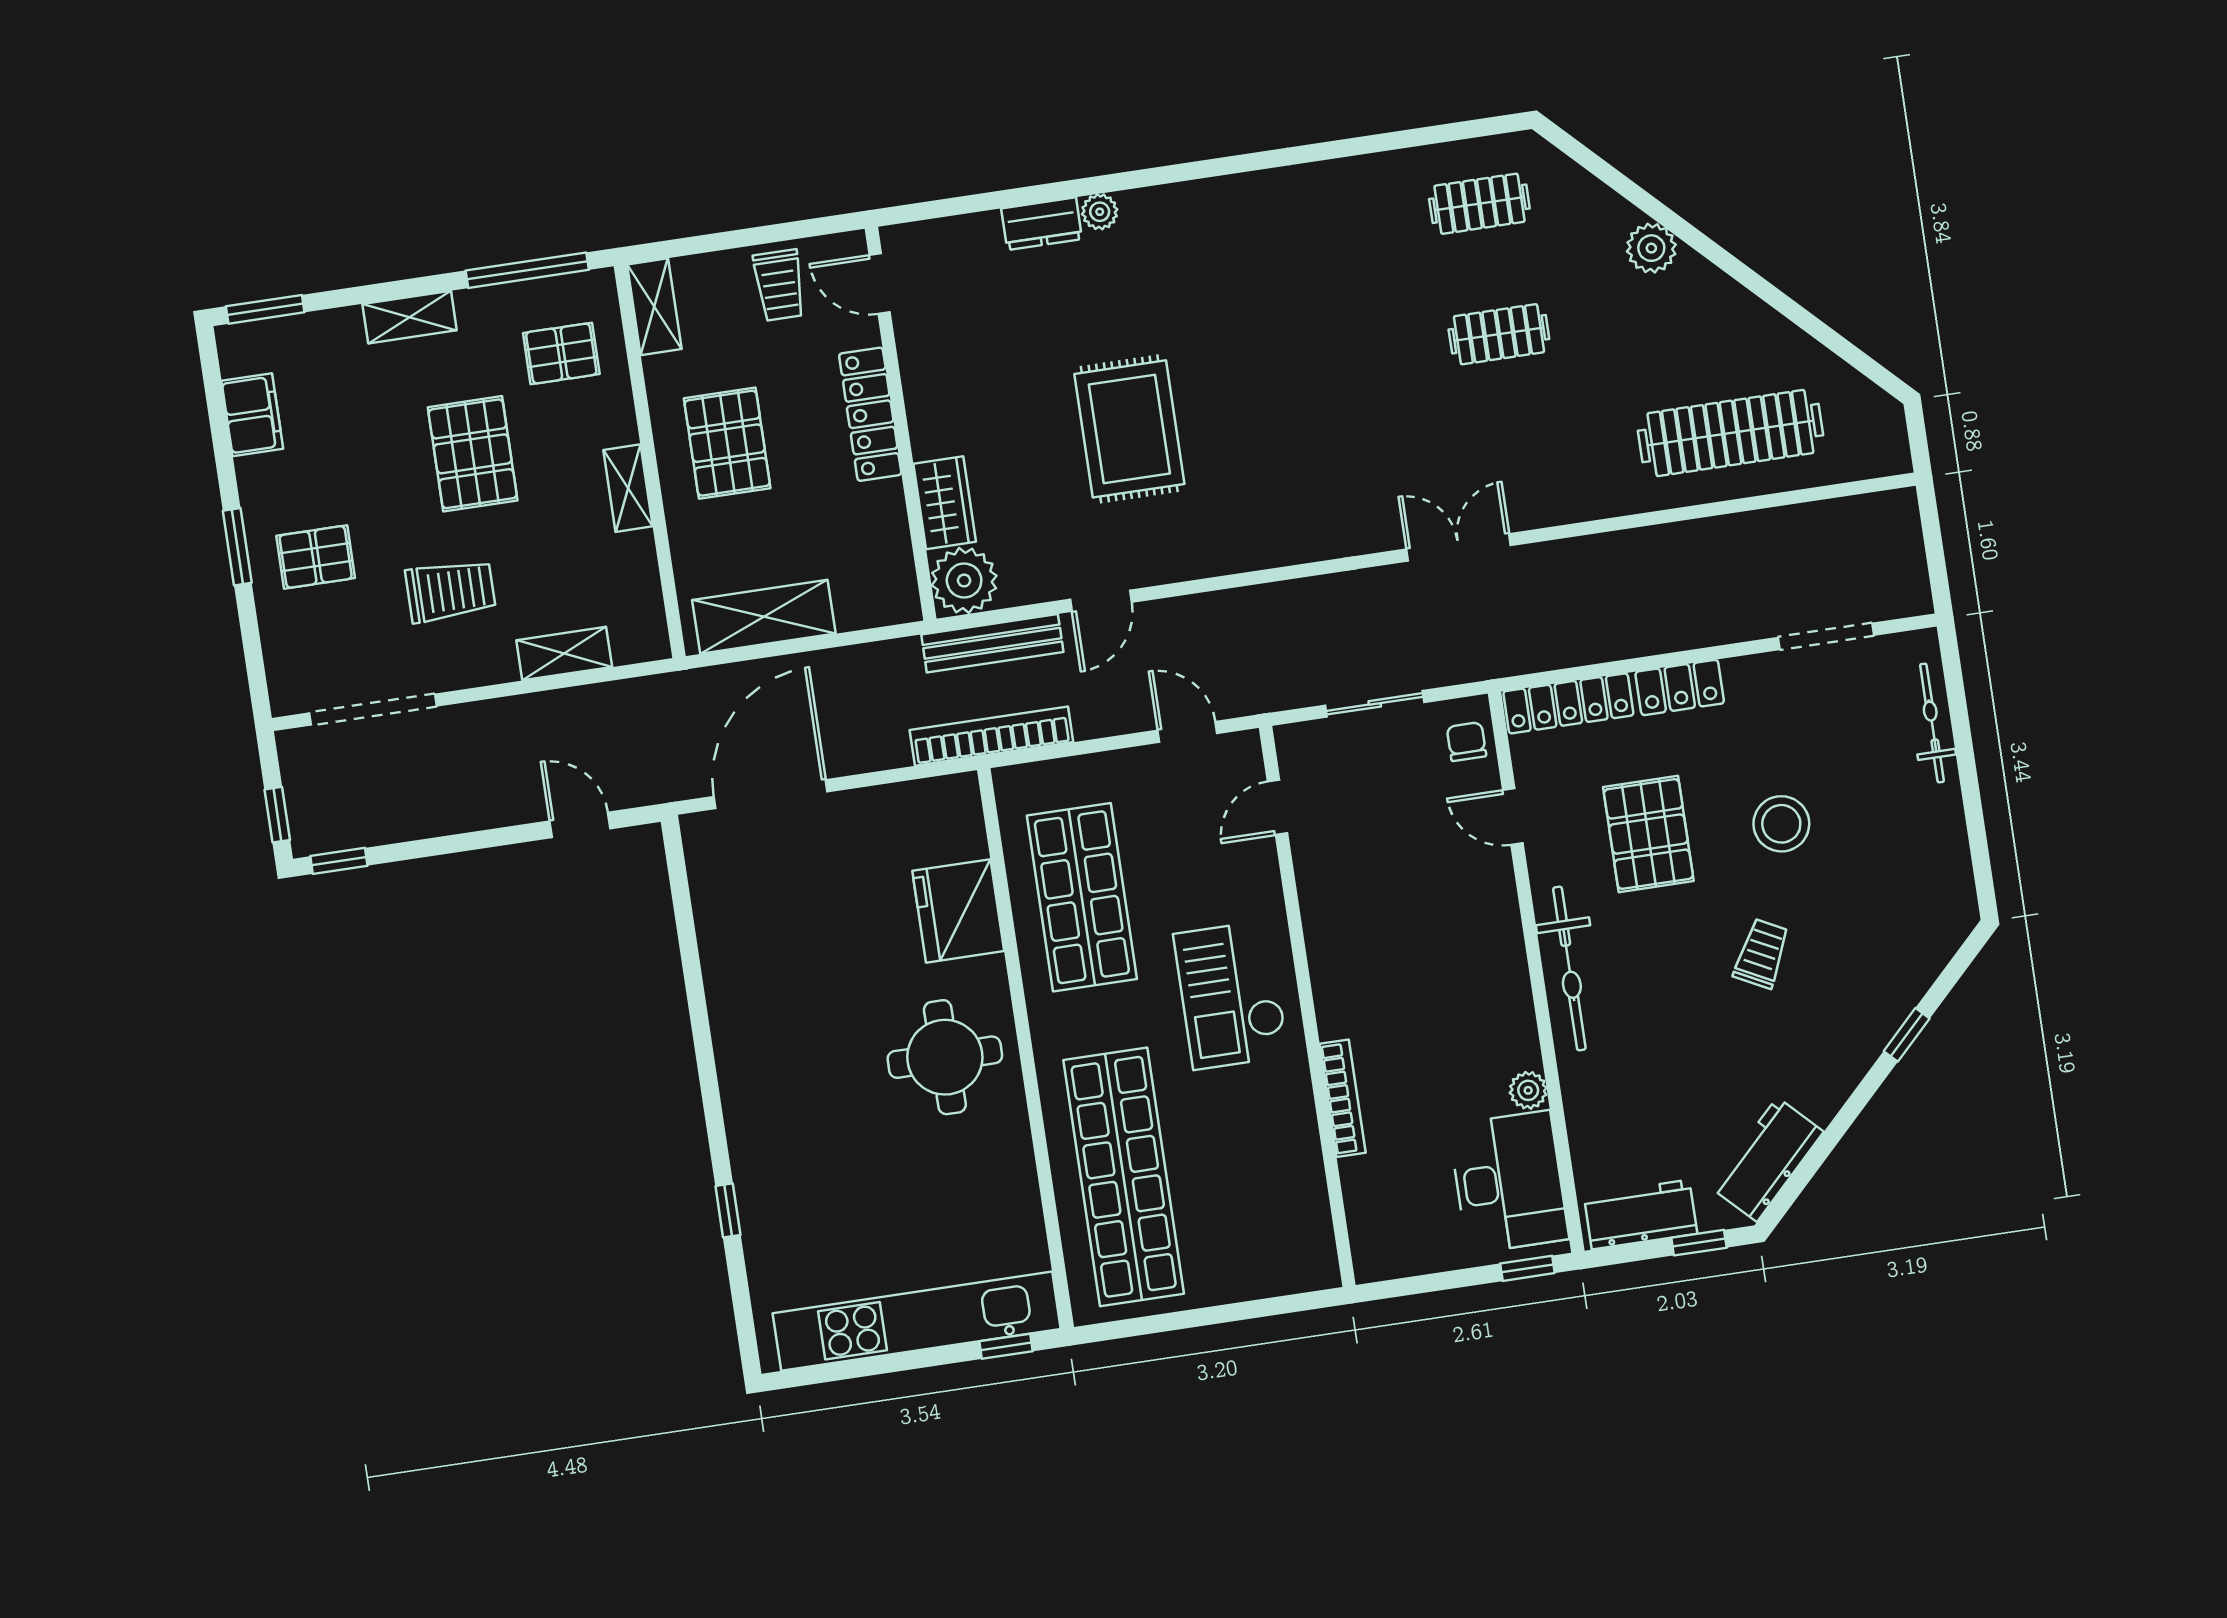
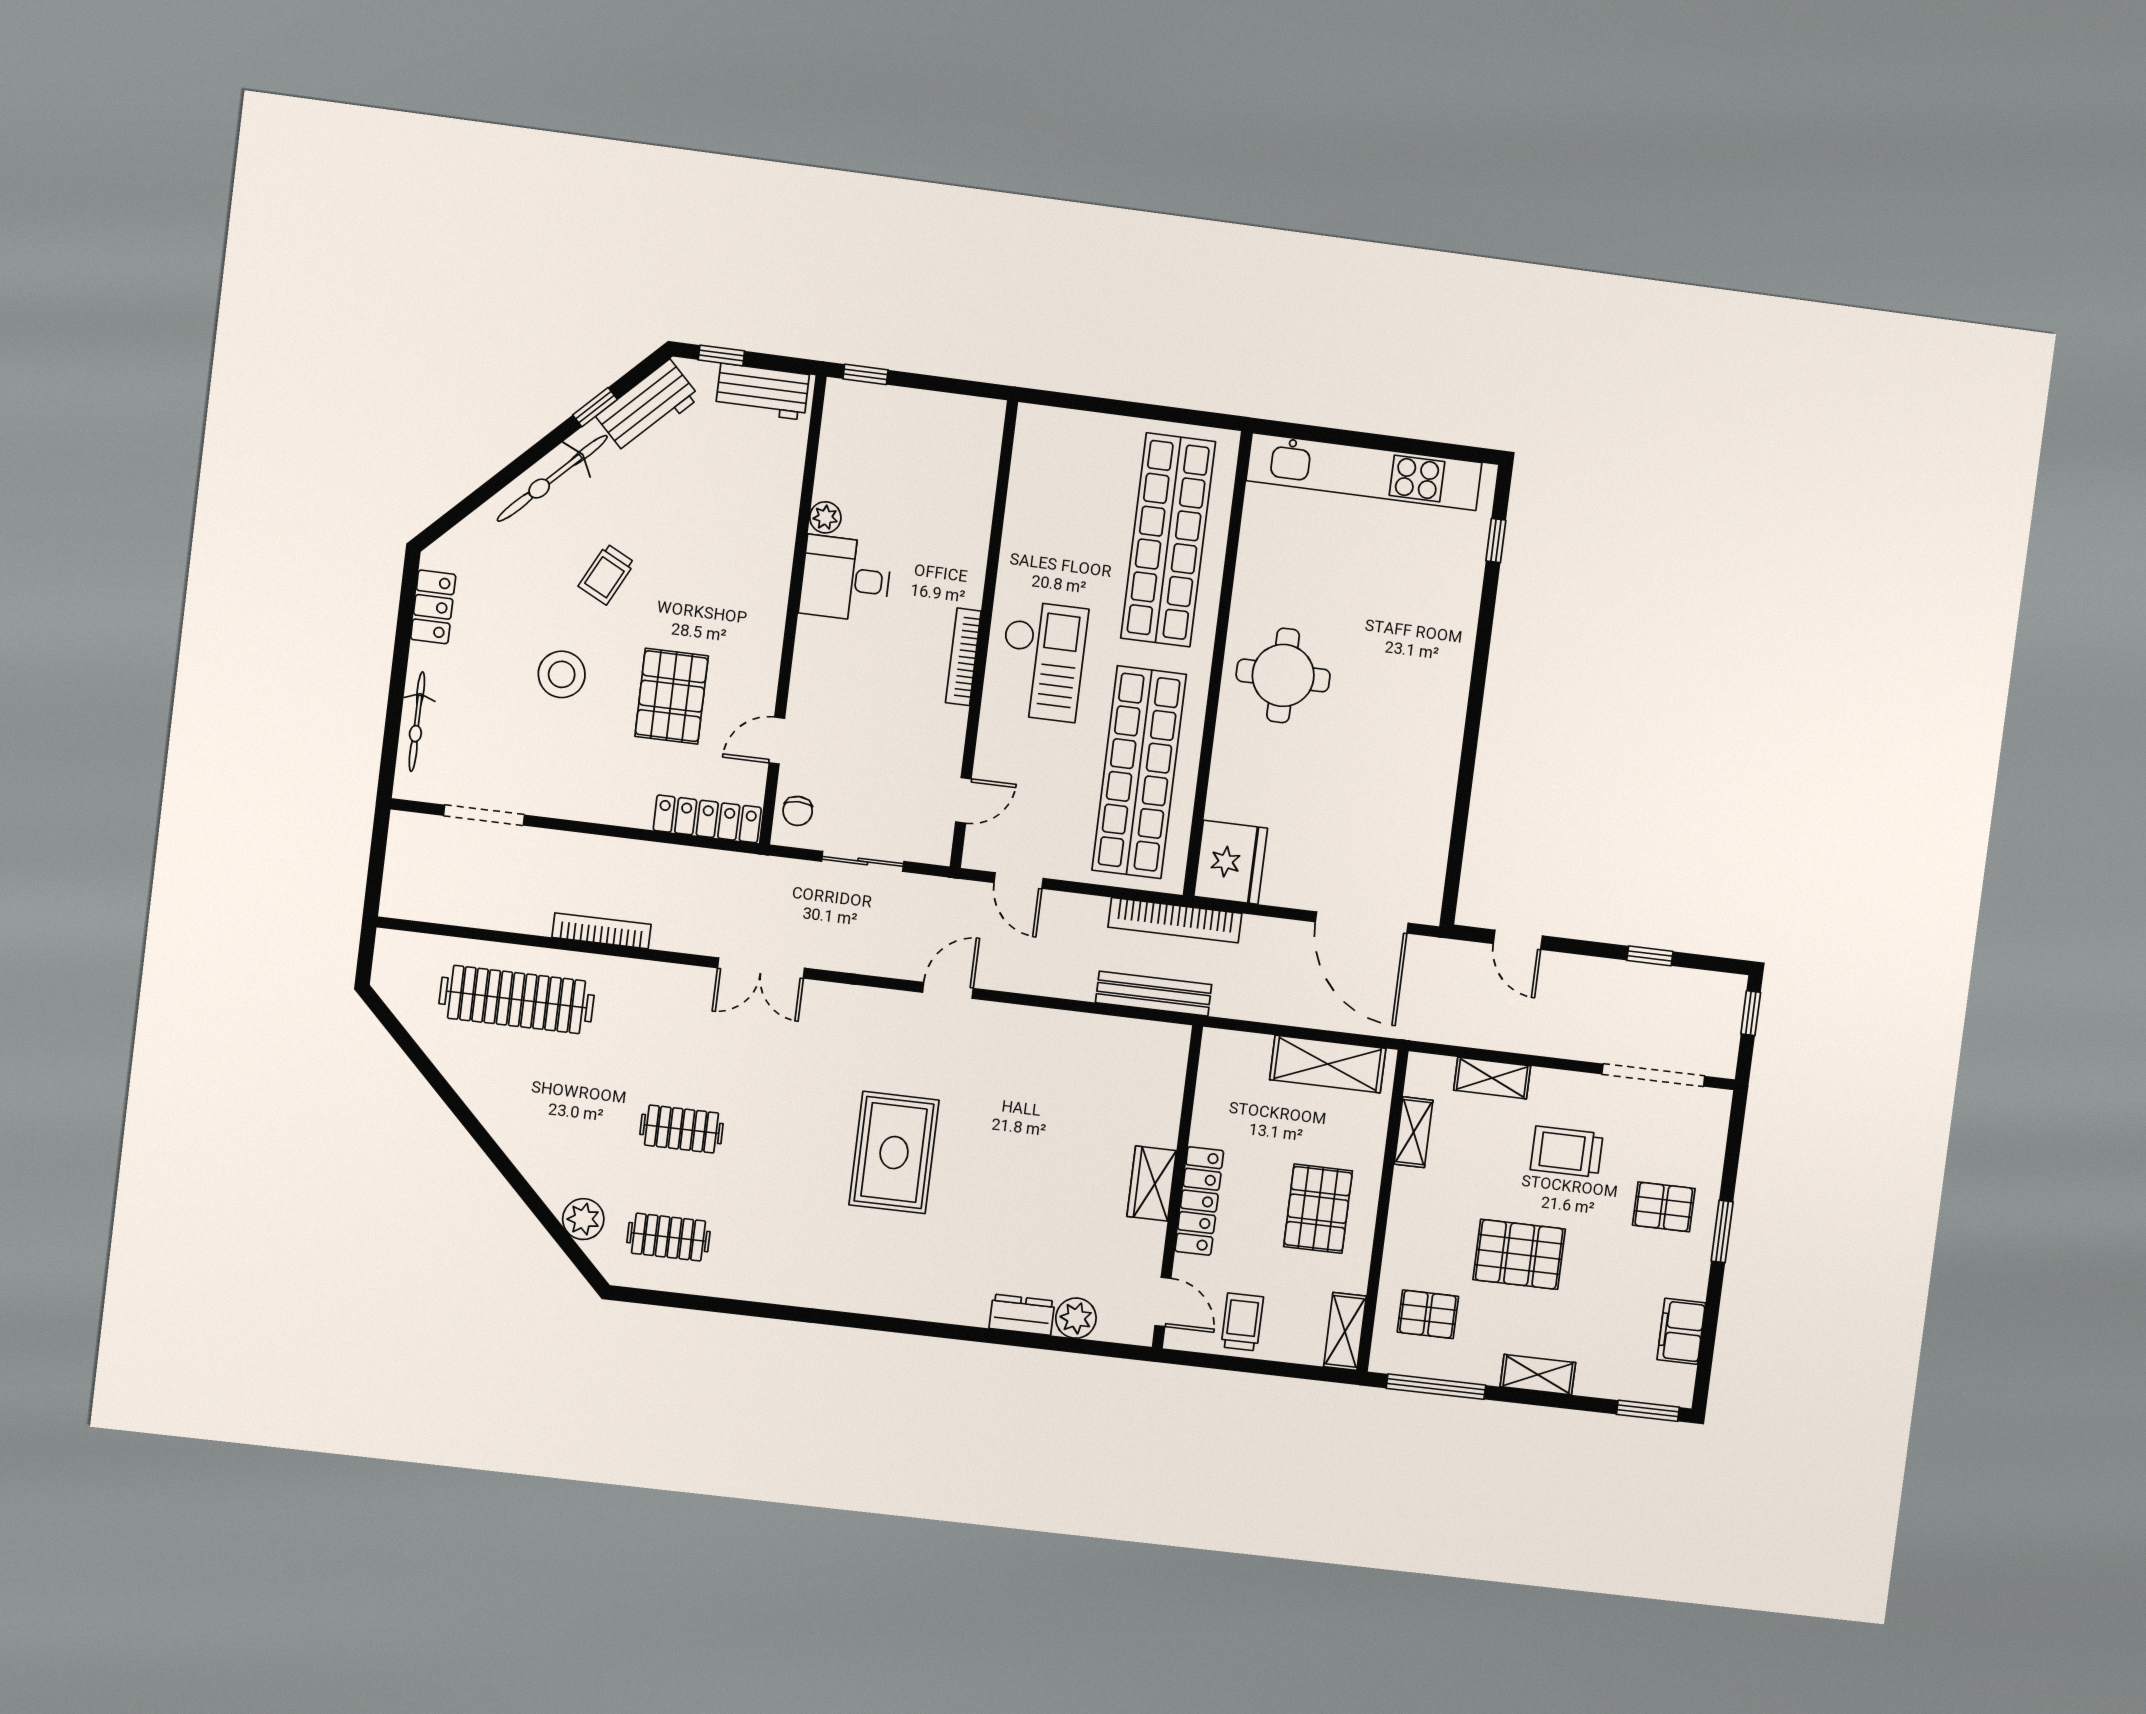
plant: (1100, 212) -> (1076, 1318), moved, width x1.38, depth x1.38
plant: (1651, 248) -> (583, 1219), moved
rug: (1129, 429) -> (894, 1153), moved
pallet: (473, 454) -> (1519, 1254), turned 90
shelving: (628, 488) -> (1414, 1132), moved
wardrobe: (945, 503) -> (1152, 1184), moved
bookcase: (1655, 540) -> (602, 931), added
plant: (964, 580) -> (1162, 1049), removed
door: (1101, 601) -> (948, 990), moved
locker: (1680, 688) -> (433, 607), moved, turned 90
door: (771, 794) -> (1362, 922), hinge flipped
door: (1513, 817) -> (777, 741), swing flipped
window: (339, 861) -> (1650, 956), moved
shop shelf: (1082, 897) -> (1139, 772), width x1.40
fridge: (958, 911) -> (1231, 862), moved
bicycle: (1569, 968) -> (552, 478), moved, turned -135
window: (1907, 1035) -> (595, 407), moved
bookcase: (1343, 1098) -> (963, 657), moved
desk: (1509, 1182) -> (846, 579), moved, width x0.73
window: (728, 1210) -> (1496, 540), moved
window: (1006, 1346) -> (1299, 431), removed

